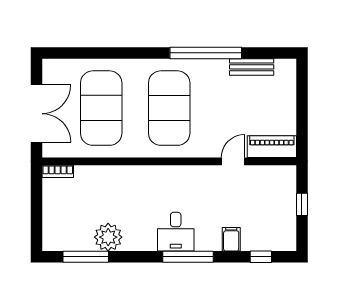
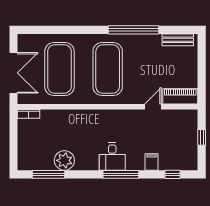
bench: (252, 67) -> (178, 40), moved

